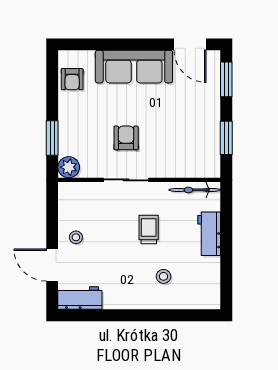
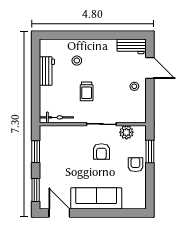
armchair: (72, 79) -> (135, 165), moved
plant: (69, 167) -> (126, 132), moved
workbench: (209, 234) -> (47, 71), moved

